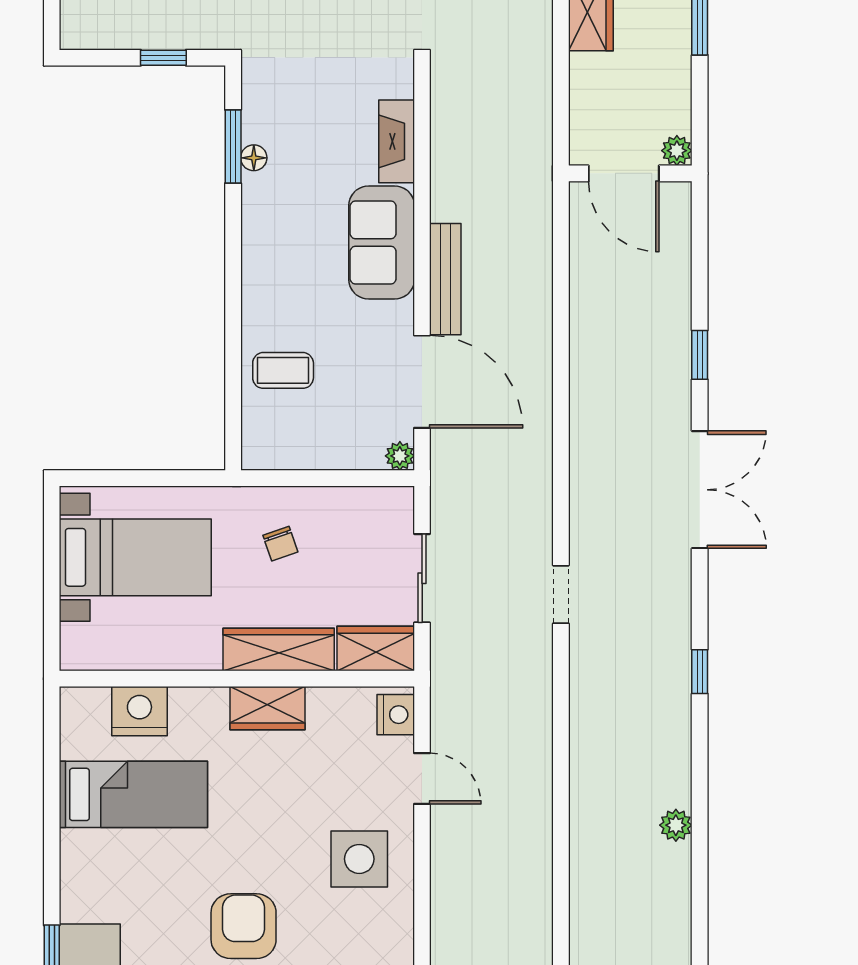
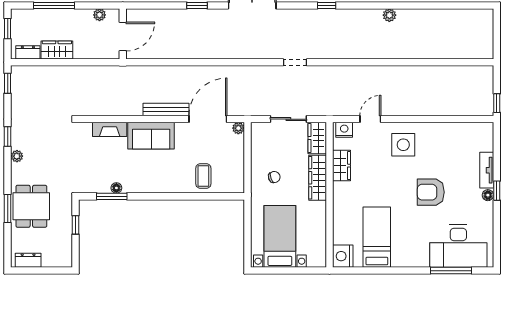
plant: (677, 151) -> (100, 15), moved
wardrobe: (267, 708) -> (342, 166), moved
nightstand: (139, 711) -> (343, 256), moved

